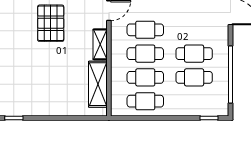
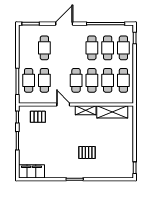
pallet: (51, 23) -> (87, 152), moved, width x0.67, depth x0.71
cafe table: (194, 101) -> (123, 48), added

